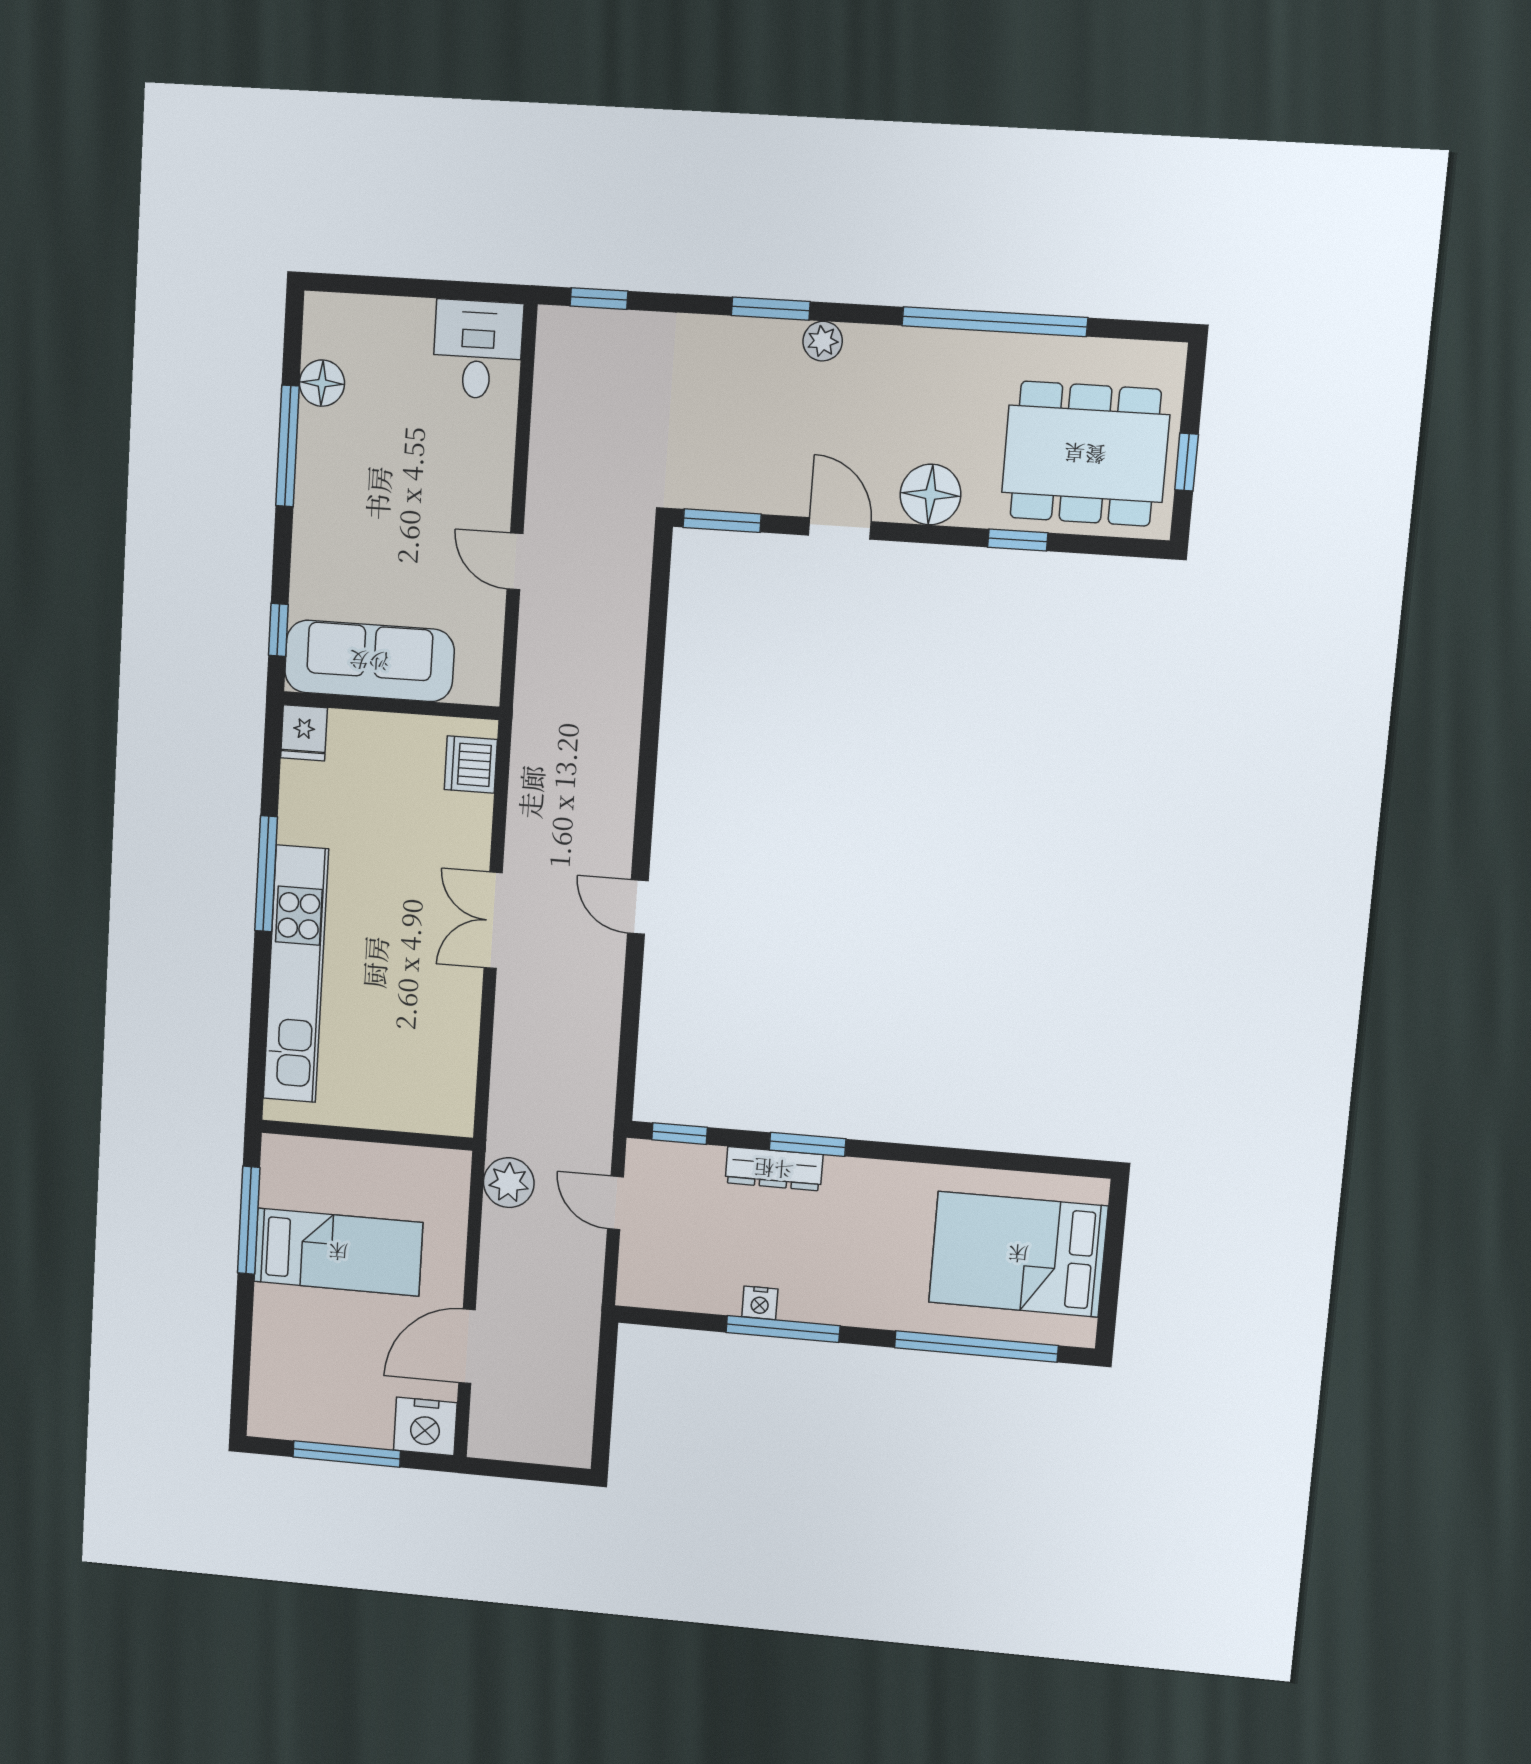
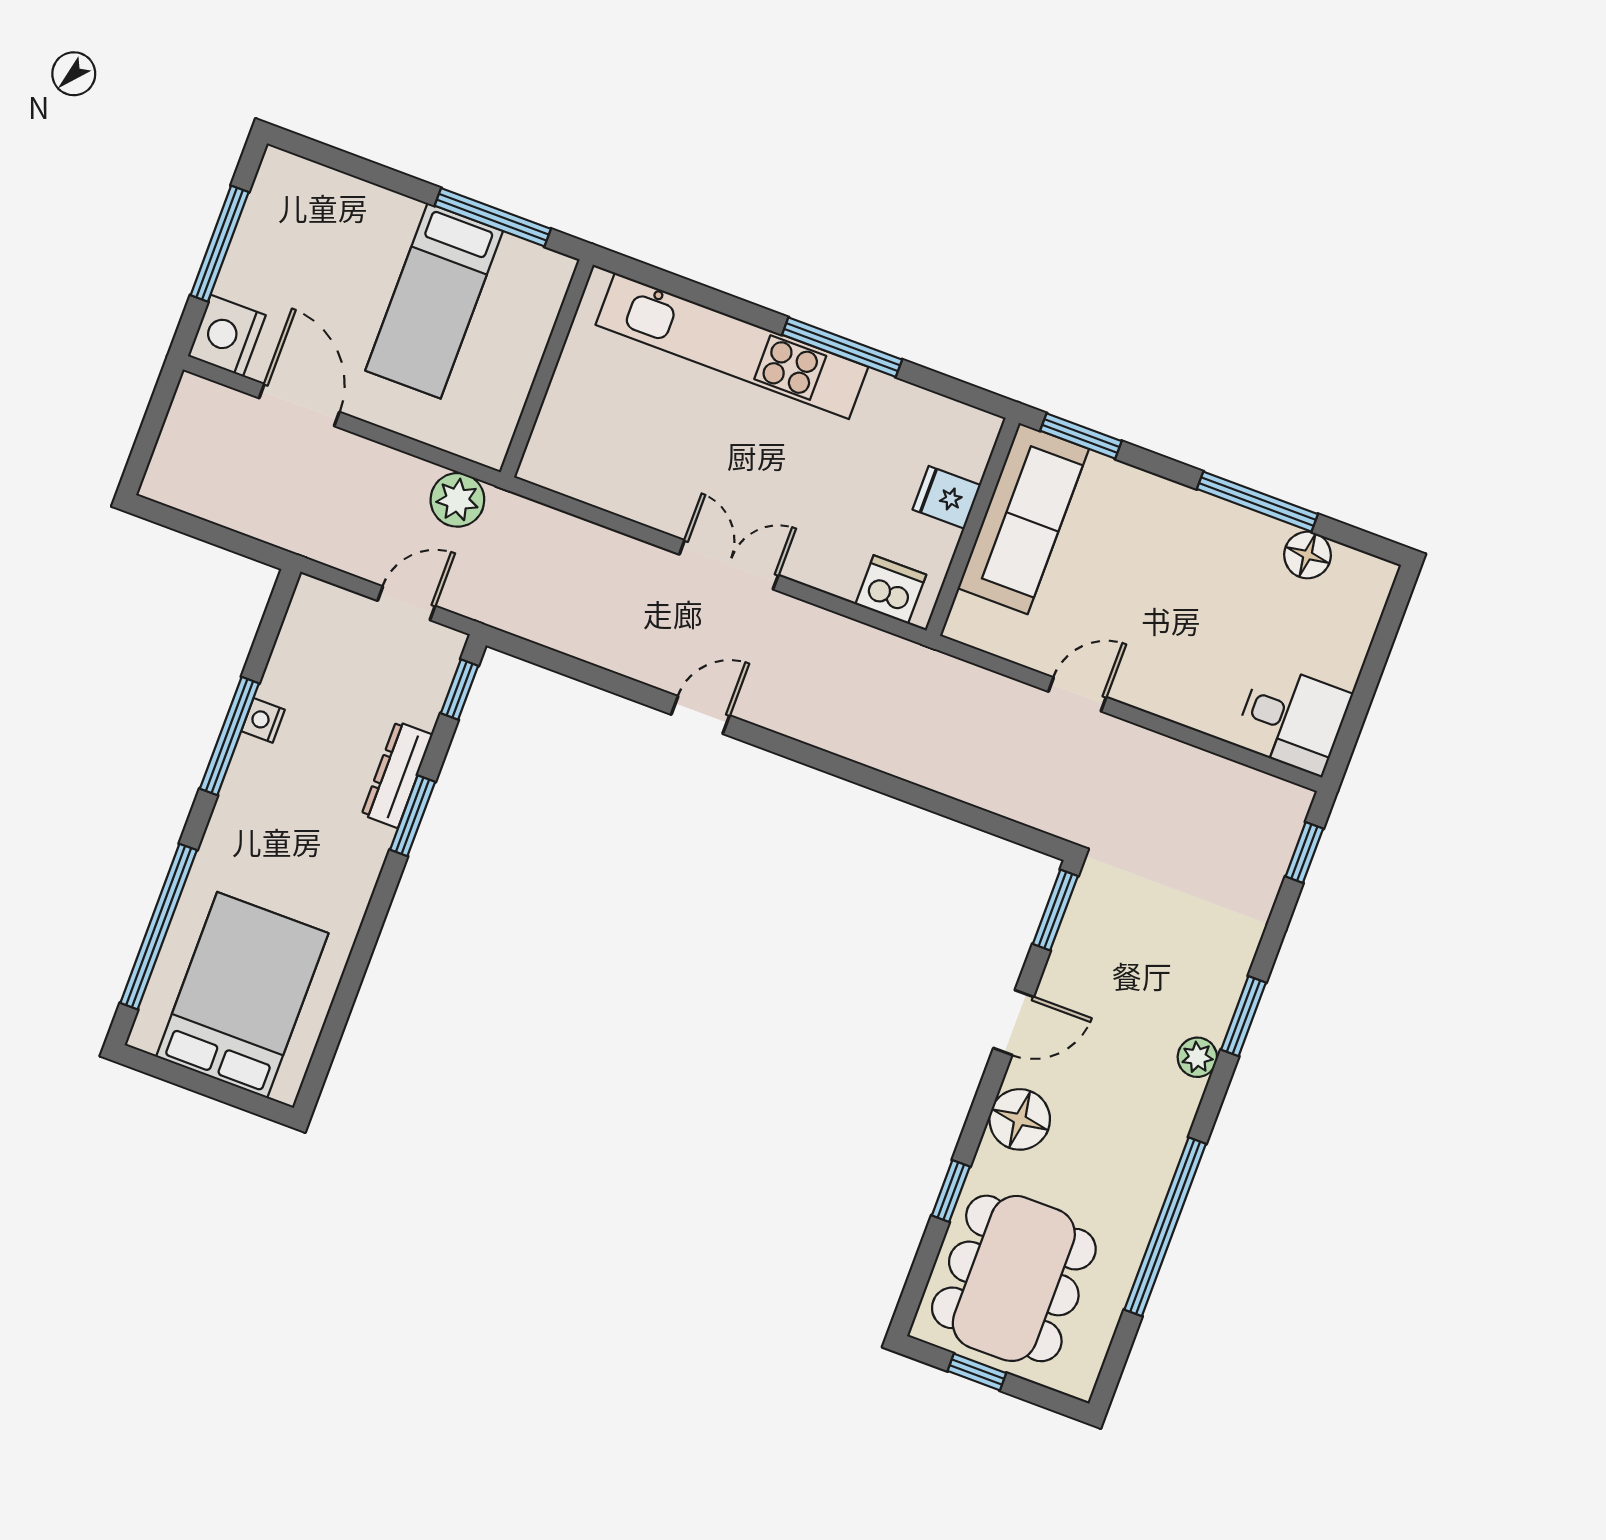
window: (278, 630) -> (1081, 436), width x1.50
fridge: (304, 733) -> (947, 497), moved

